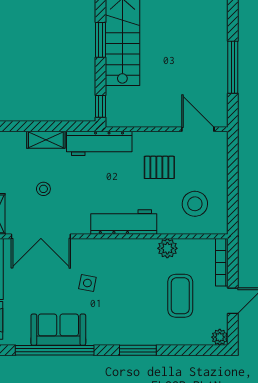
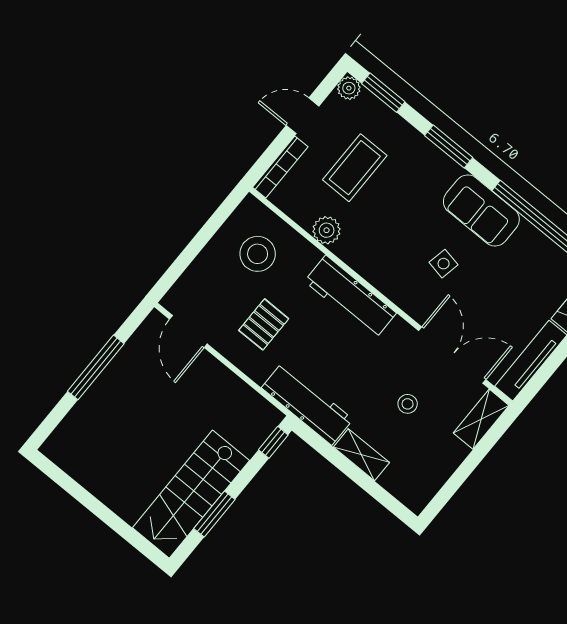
pallet: (159, 167) -> (264, 324), turned 90
sofa: (58, 330) -> (481, 210), moved
window: (199, 350) -> (383, 93), added

